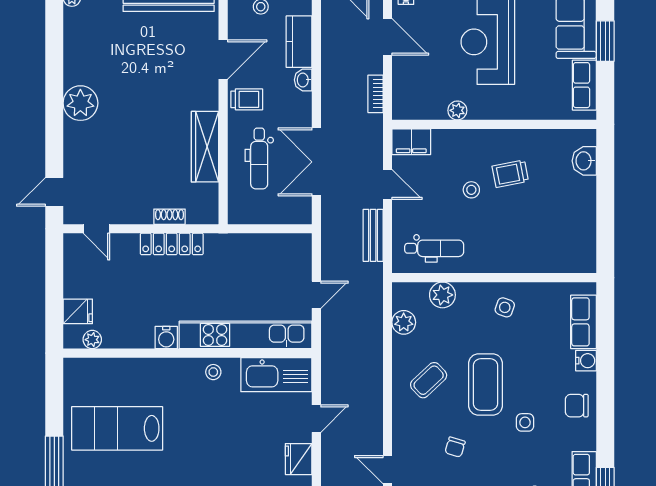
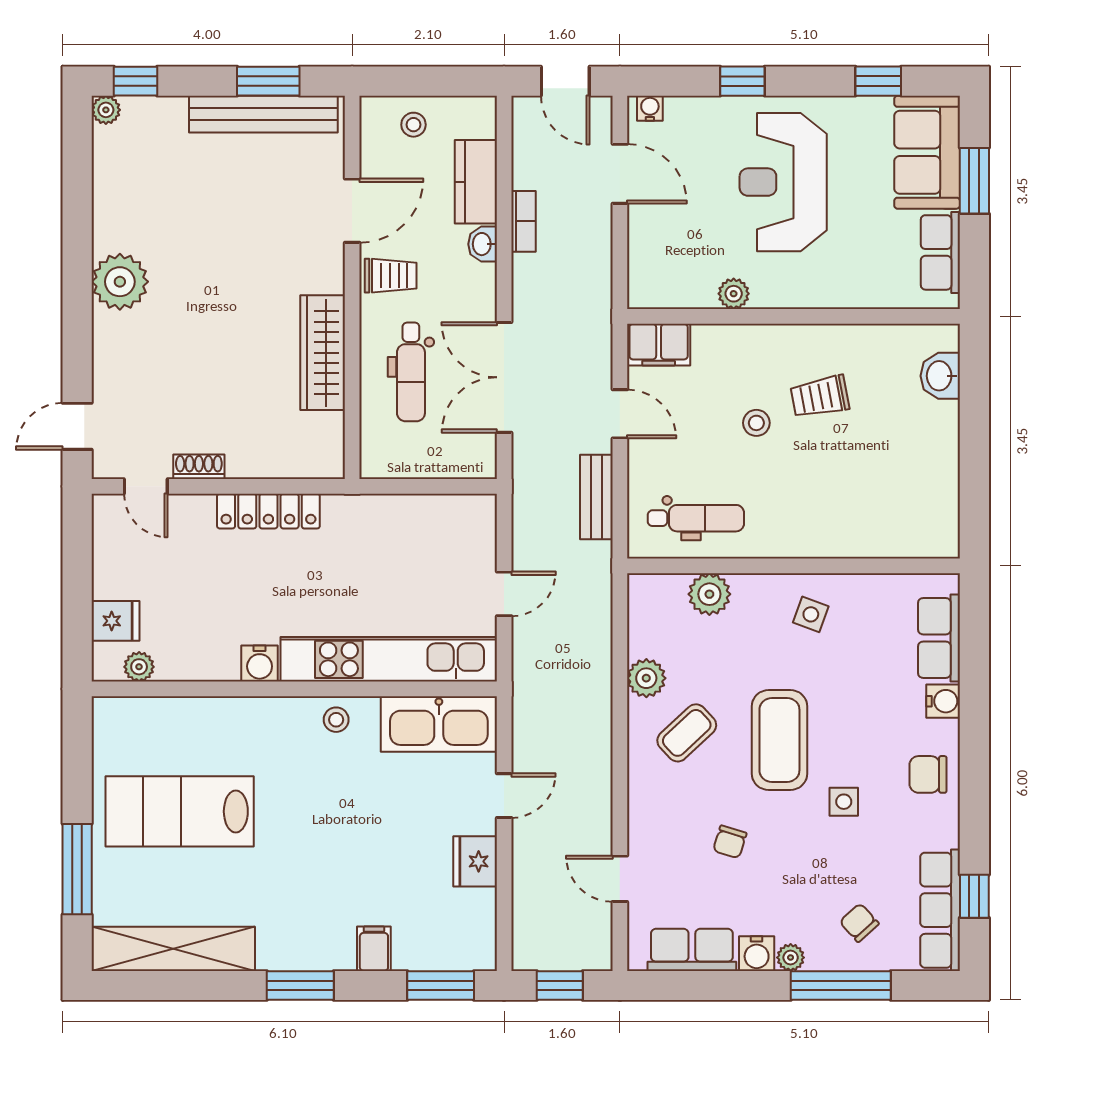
bookcase: (376, 94) -> (523, 221), moved, turned 180
shoe rack: (170, 217) -> (199, 467), moved
plant: (404, 322) -> (646, 678), moved

